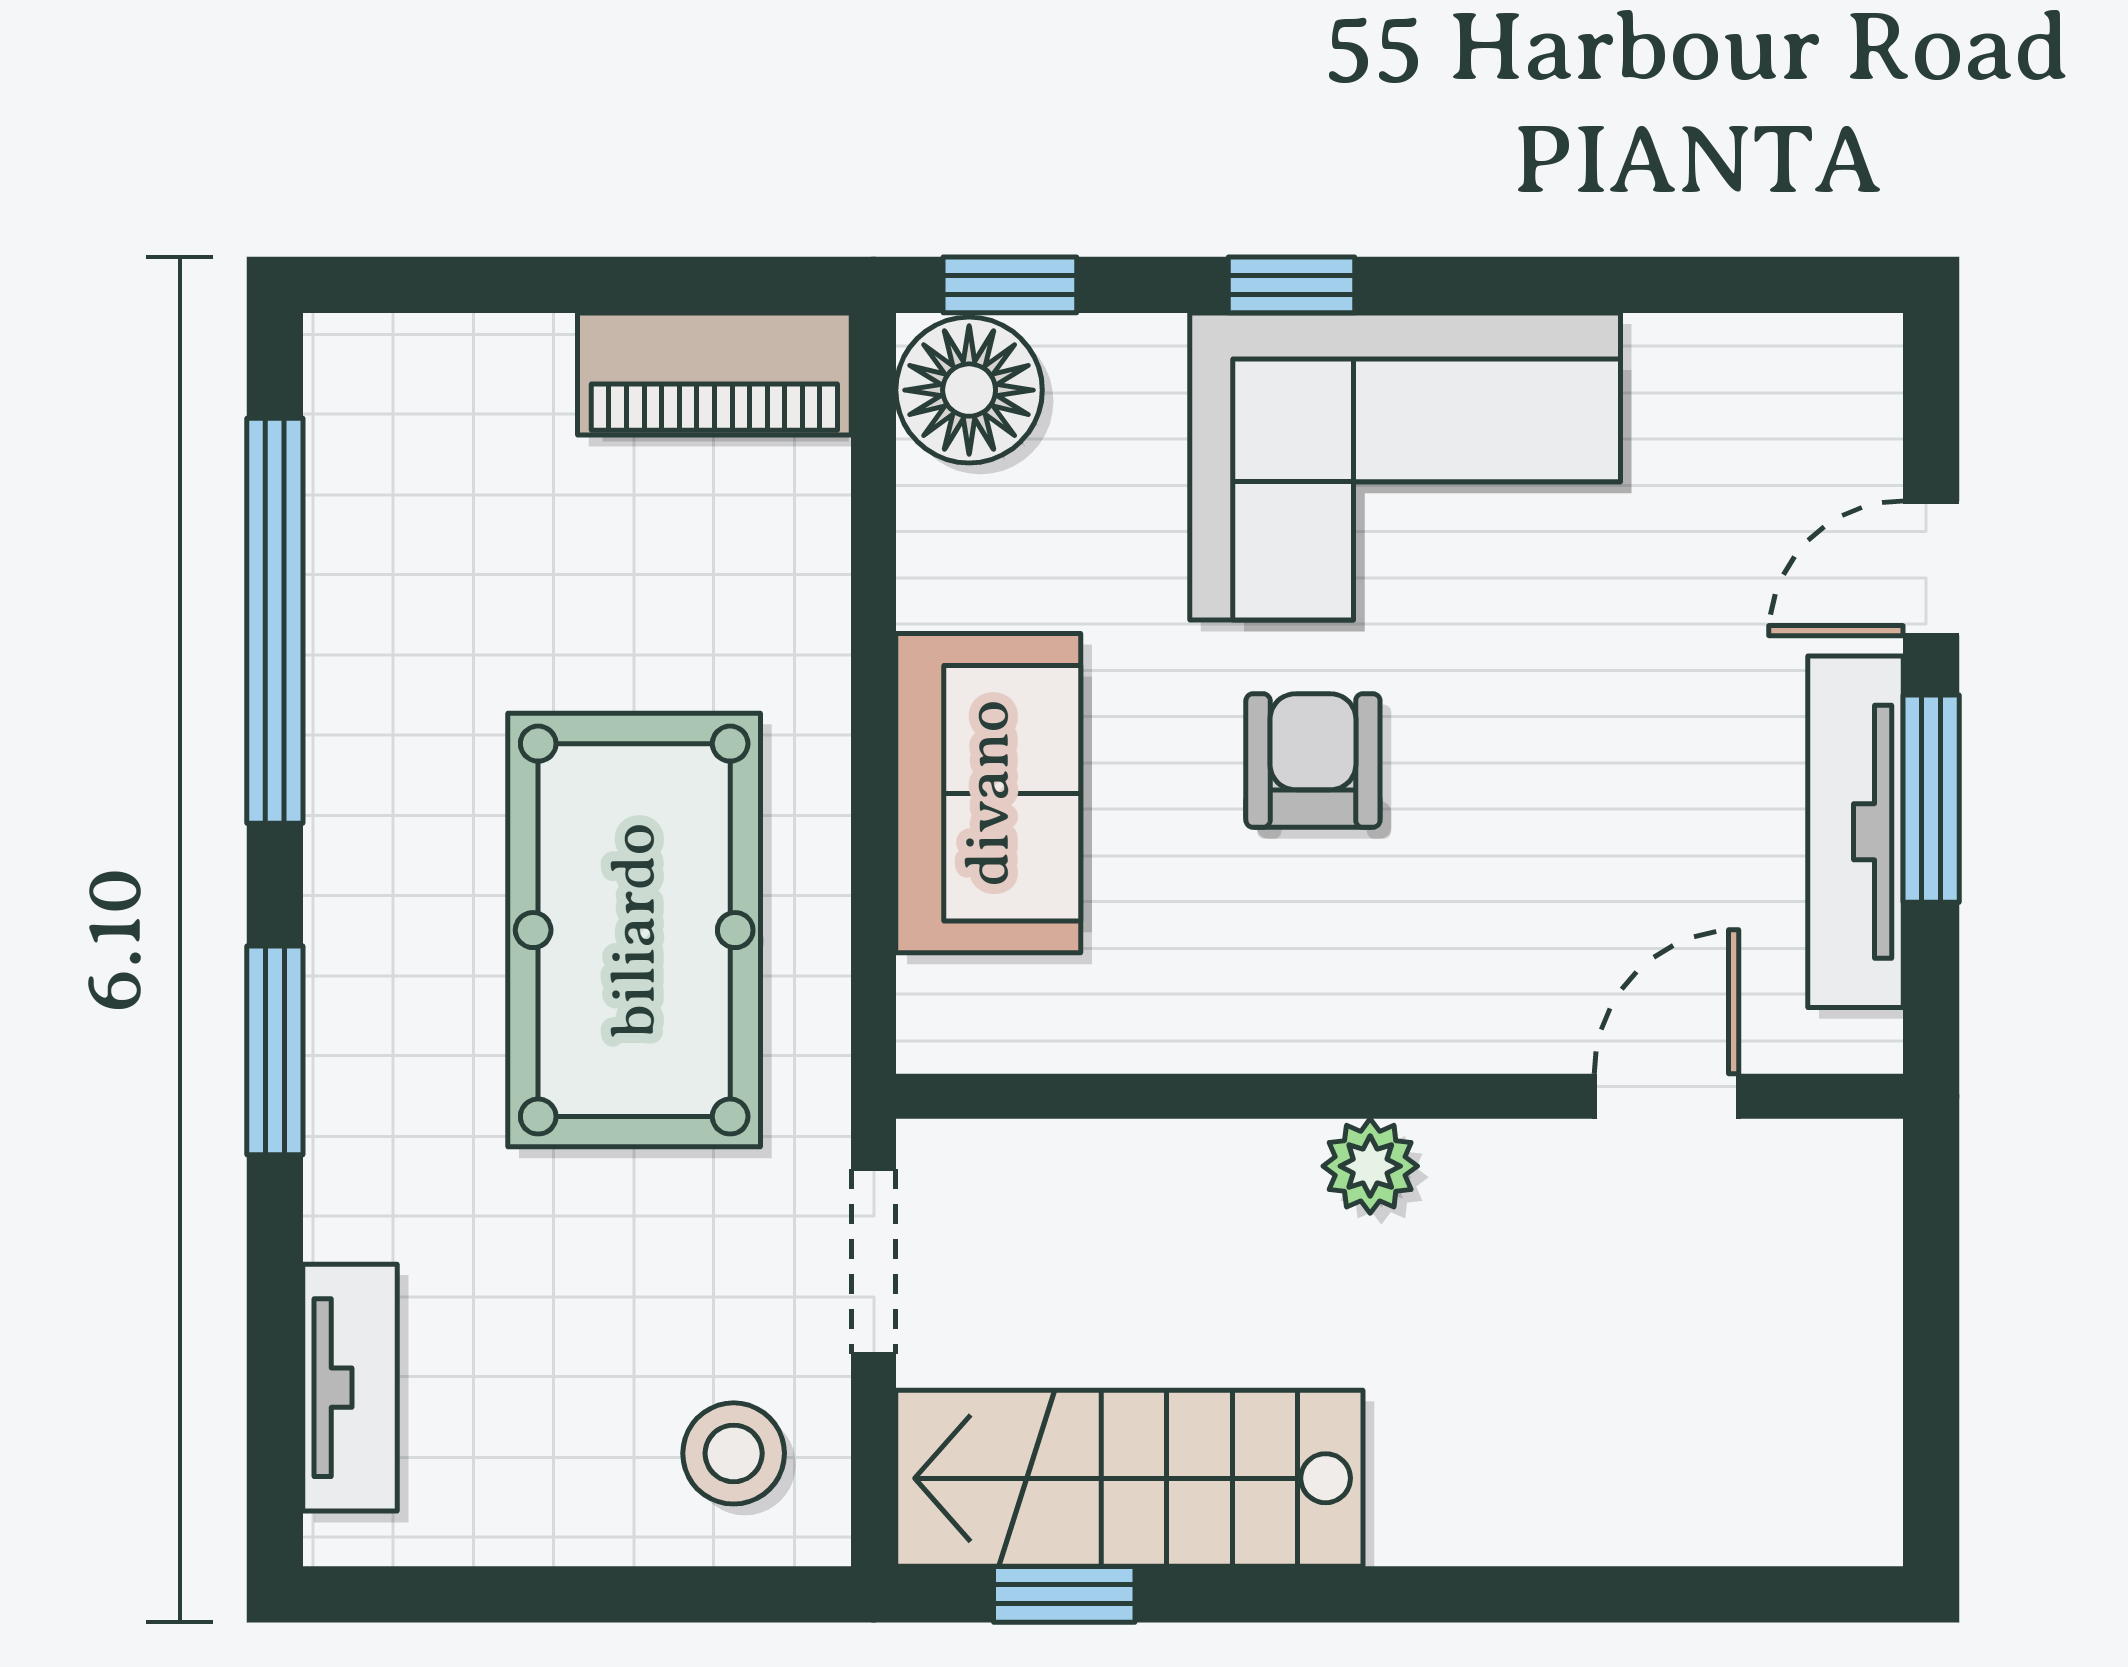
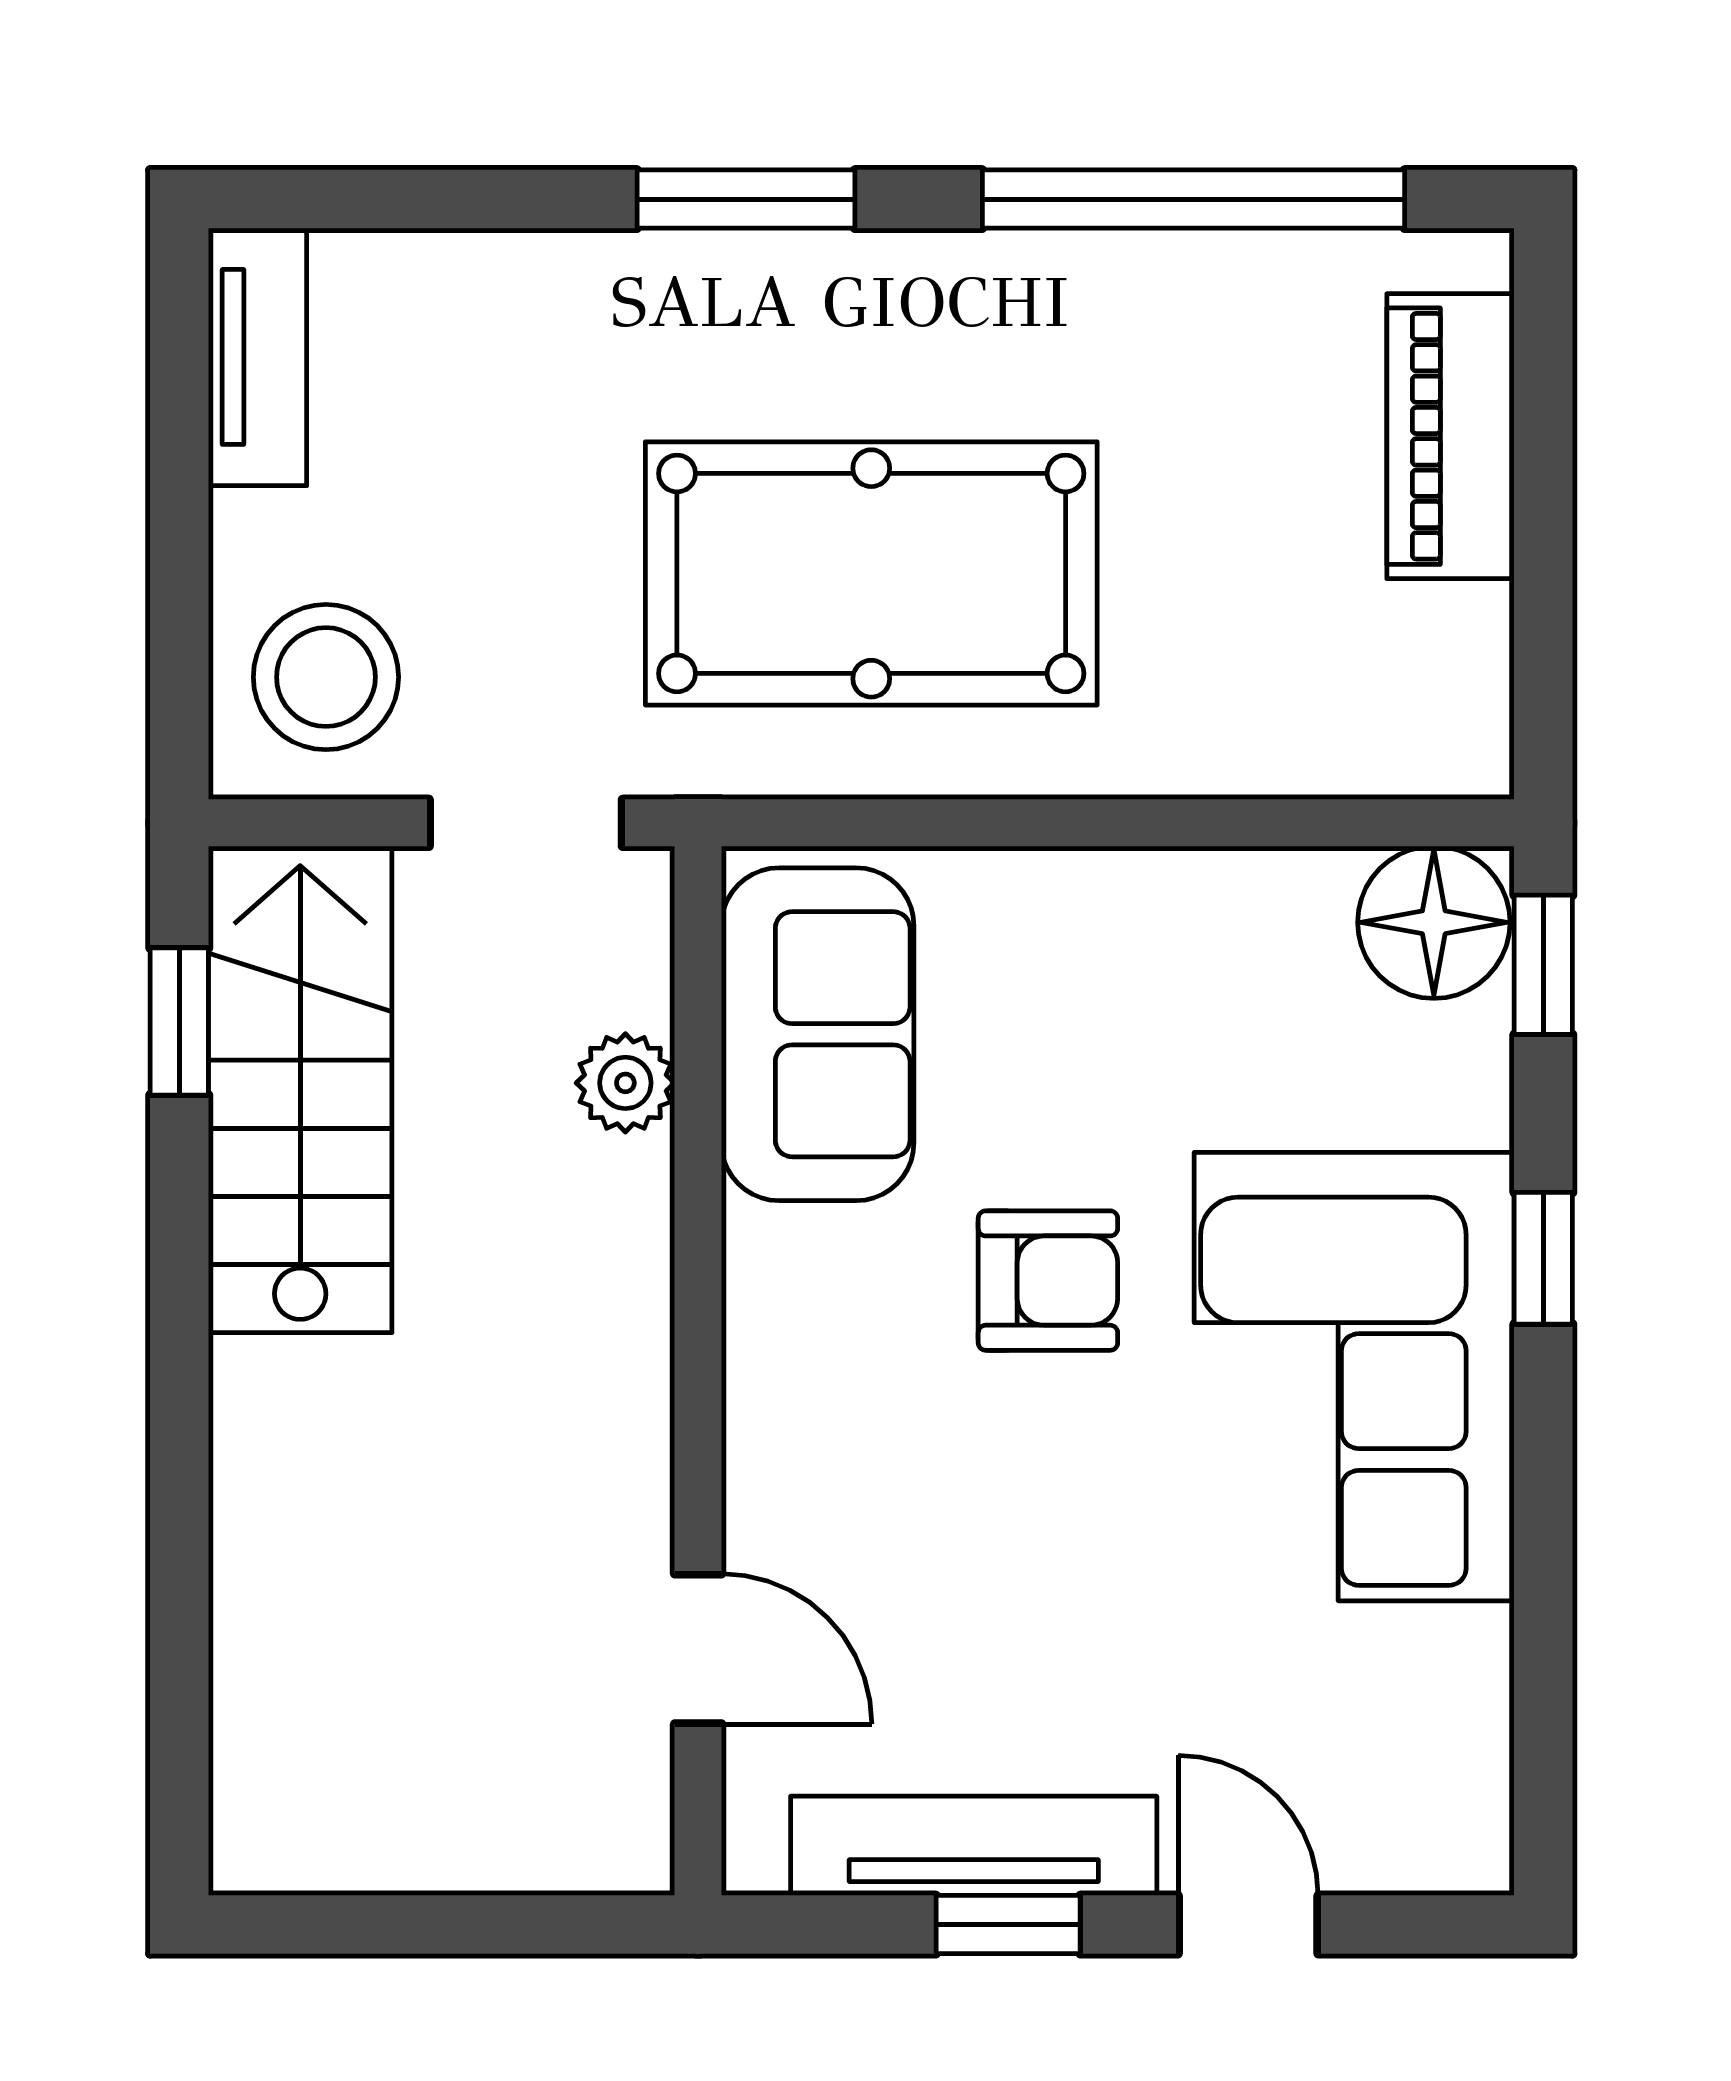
piano: (714, 374) -> (1450, 436), moved
sofa: (988, 793) -> (818, 1034), moved, turned -90
window: (1931, 799) -> (1008, 1925), width x0.67
plant: (1370, 1166) -> (625, 1083), moved
tv unit: (350, 1388) -> (258, 357), moved, turned -90
stool: (734, 1453) -> (326, 677), width x1.38, depth x1.38

